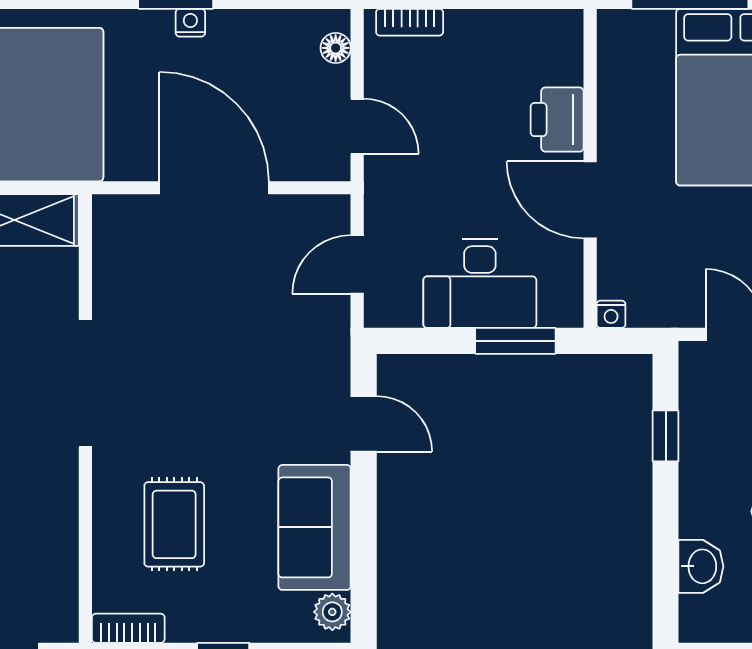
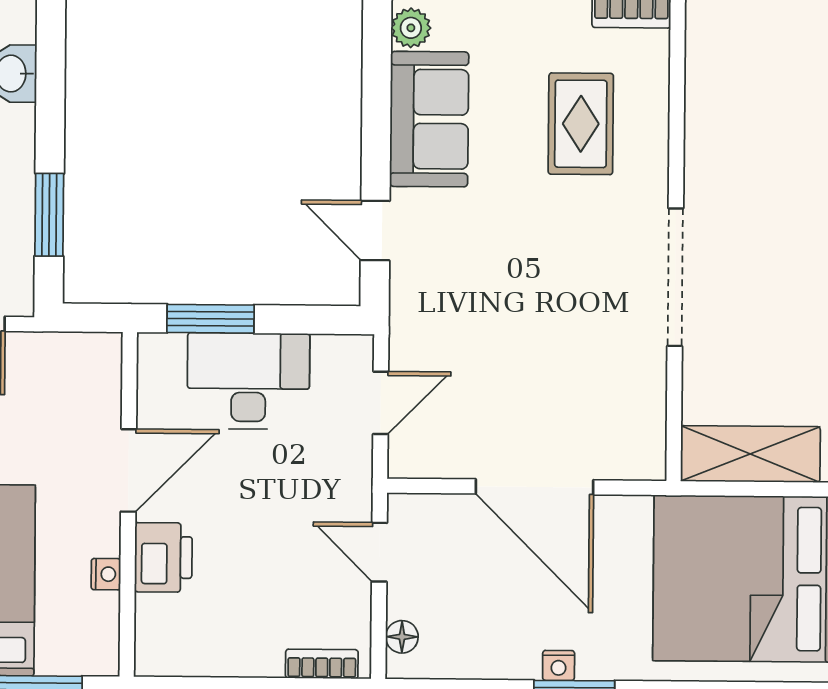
door: (590, 200) -> (129, 470), hinge flipped
nightstand: (611, 314) -> (106, 574), moved, turned 90
window: (666, 436) -> (49, 215), width x1.50

